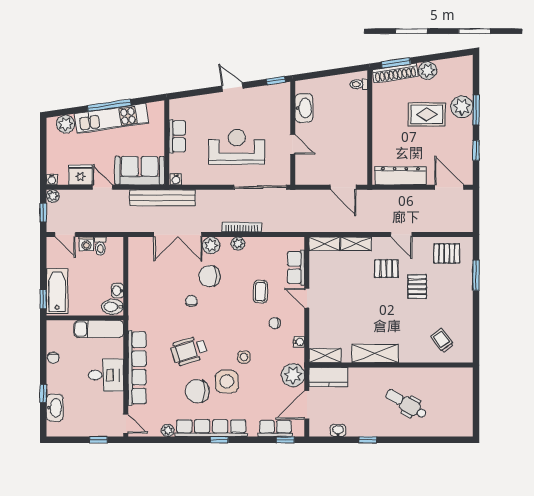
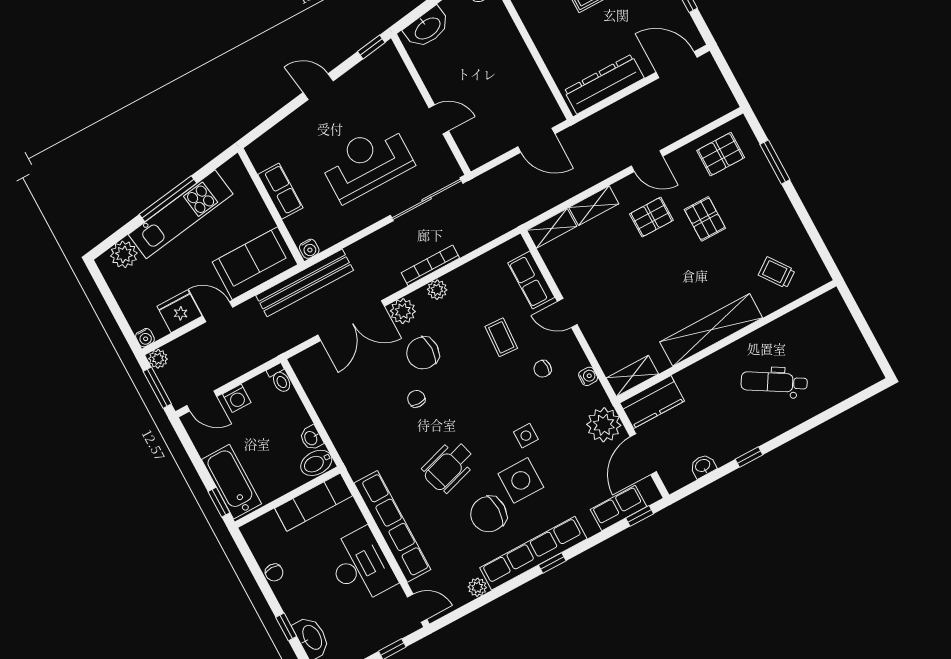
washbasin: (304, 108) -> (427, 28), moved, turned 82
window: (43, 213) -> (157, 388), width x1.50
toilet: (100, 246) -> (280, 379), moved
shelving: (375, 353) -> (711, 330), width x1.47
desk: (106, 375) -> (361, 566), width x1.37

